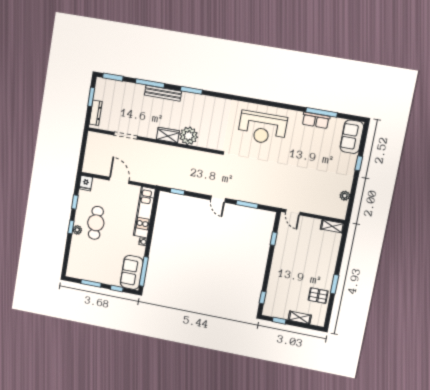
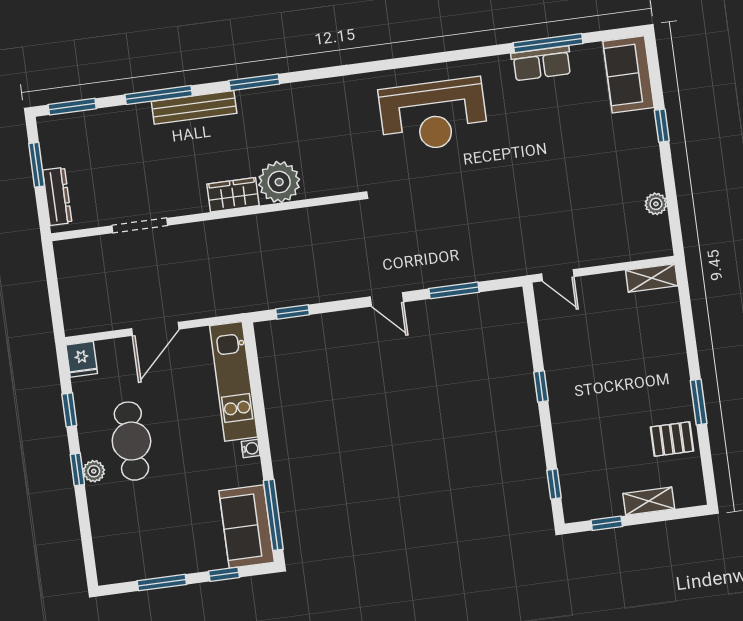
door: (119, 180) -> (155, 329), swing flipped
window: (274, 239) -> (541, 386), moved

